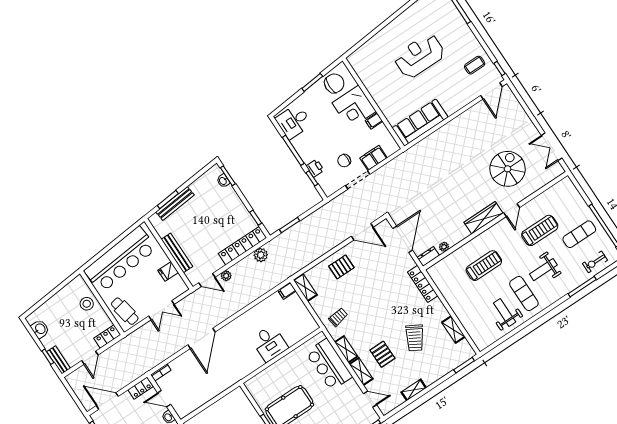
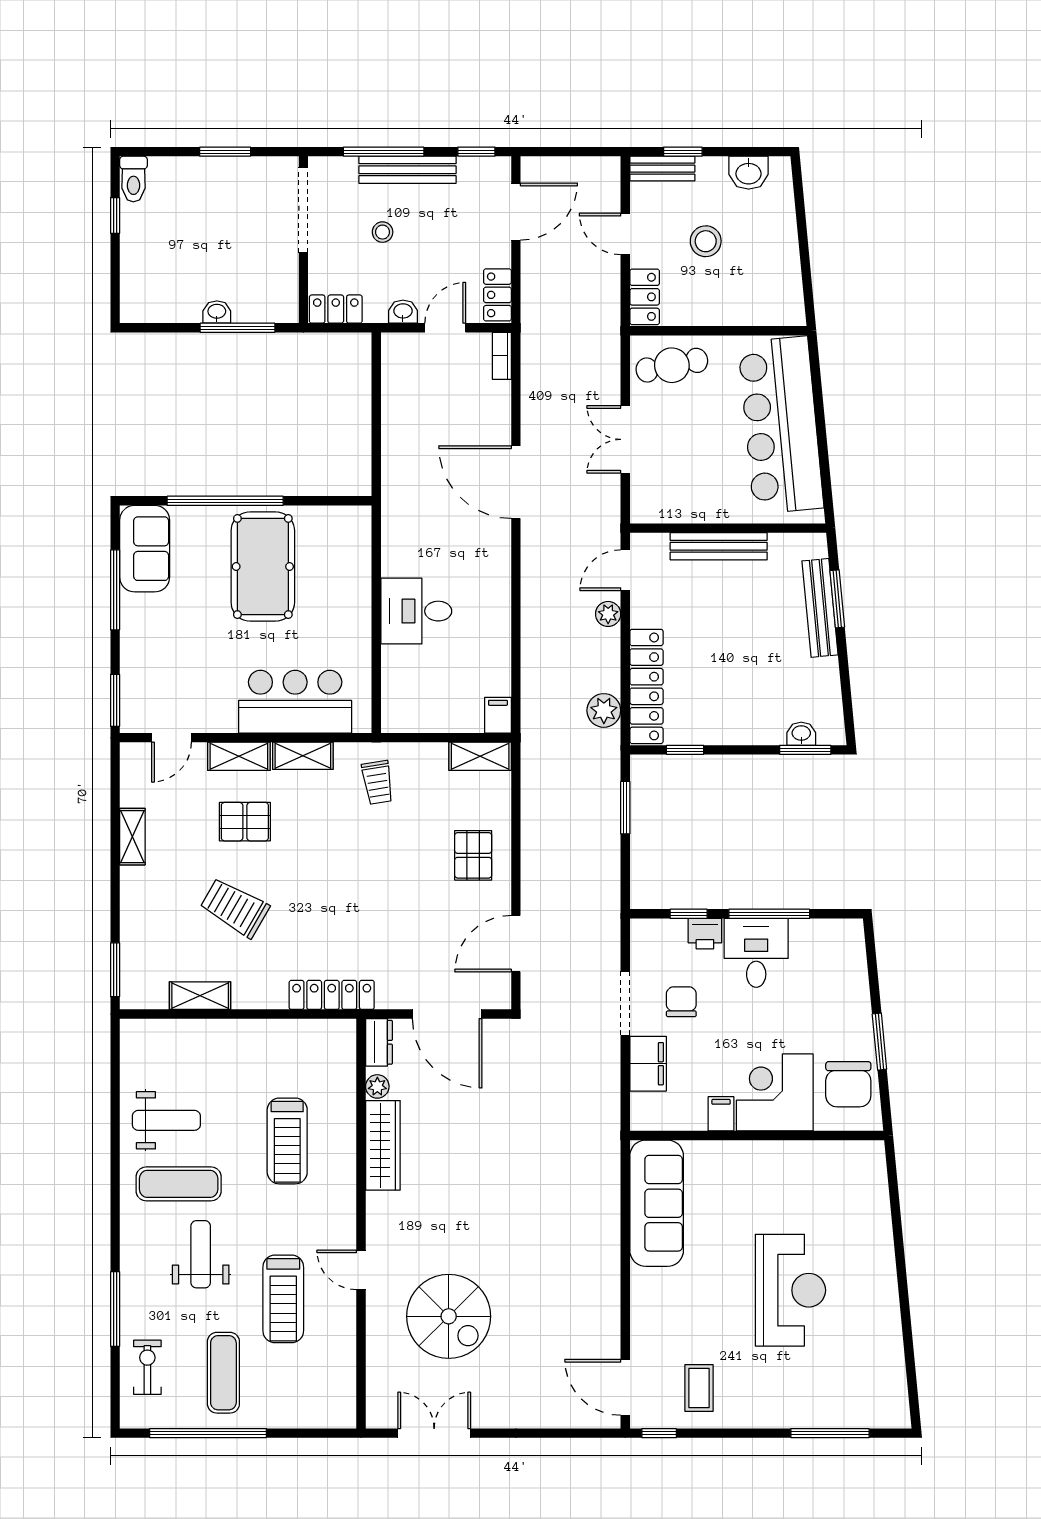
desk: (294, 121) -> (756, 953), moved
wardrobe: (484, 218) -> (383, 1145), moved
fridge: (168, 271) -> (694, 504), removed
stool: (87, 304) -> (706, 241), moved

